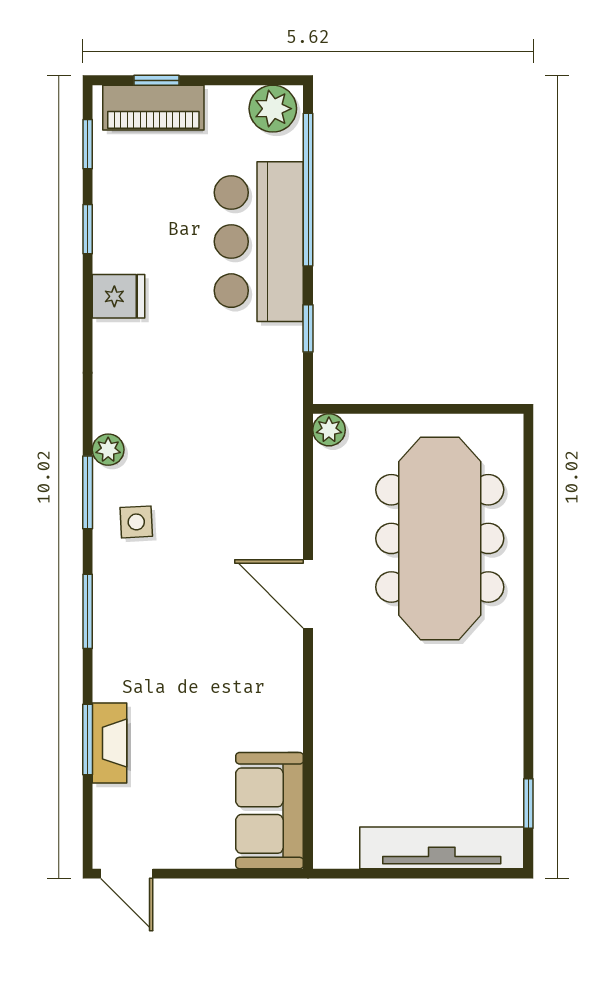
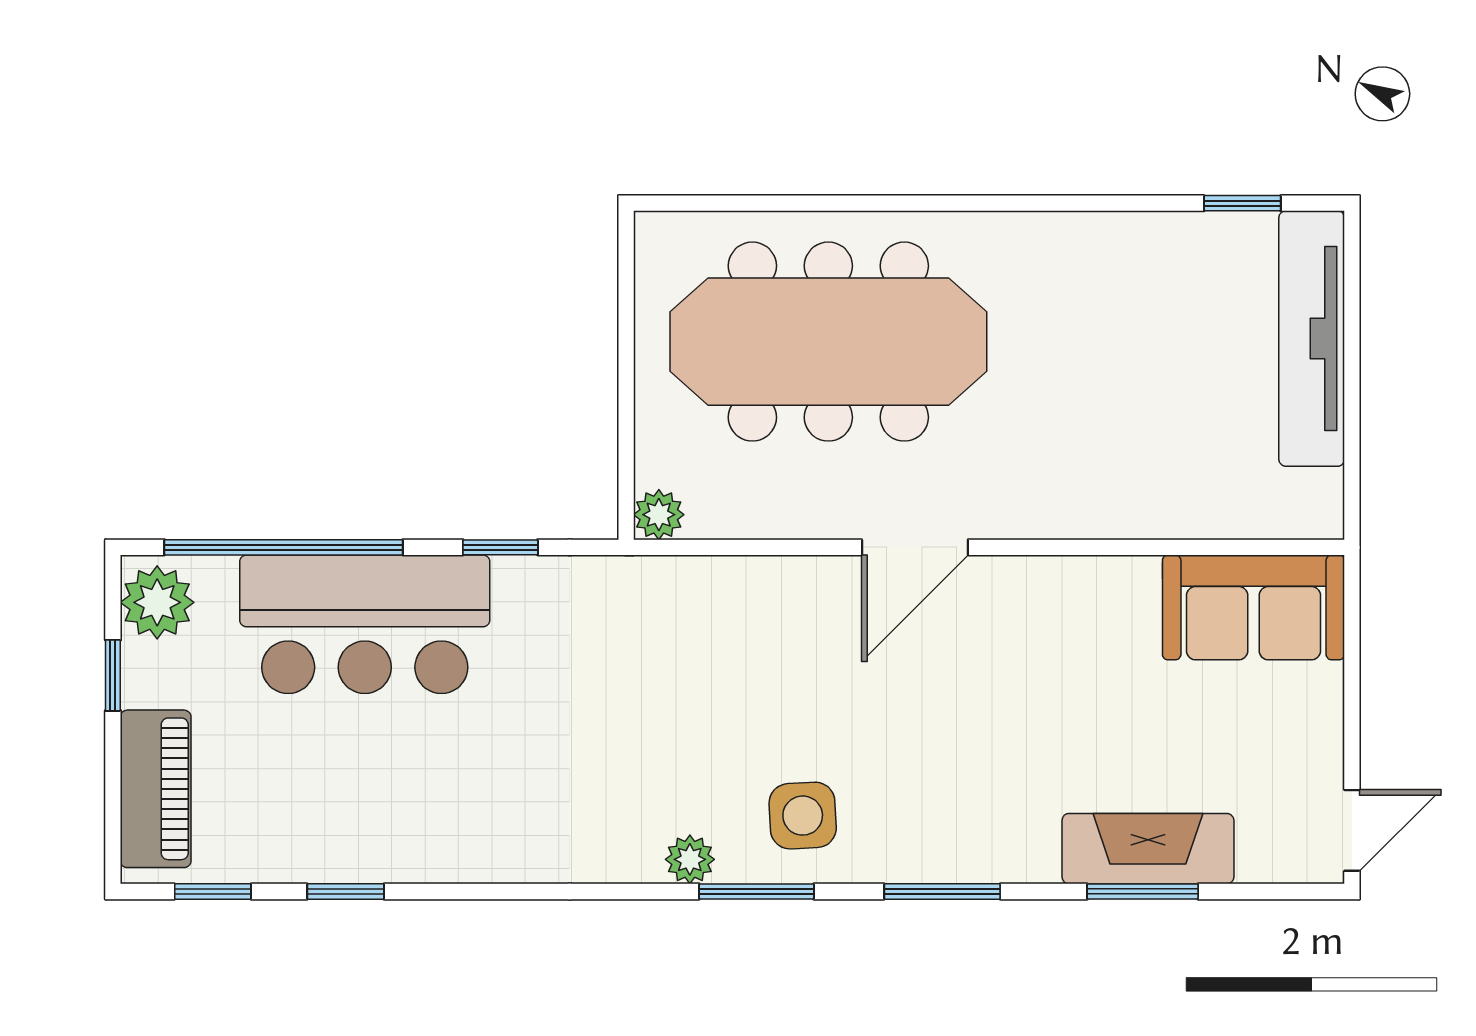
window: (157, 80) -> (113, 675), moved
fridge: (119, 296) -> (450, 843), removed
side table: (136, 522) -> (803, 816), width x1.37, depth x1.37
fireplace: (110, 743) -> (1148, 849), width x1.37, depth x1.32

